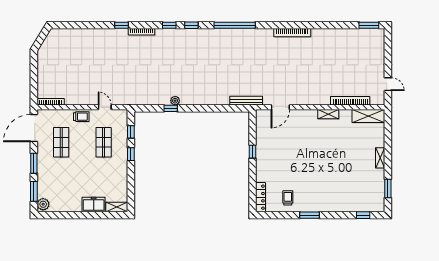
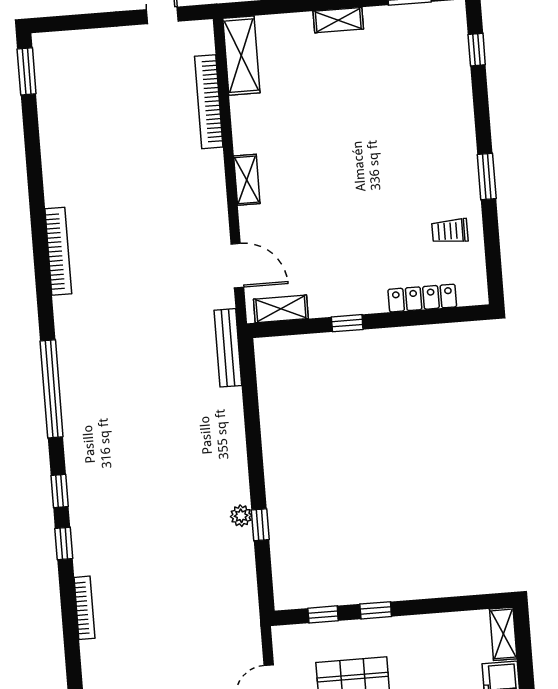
window: (122, 25) -> (73, 656), removed
shelving: (328, 114) -> (247, 180), moved
shelving: (261, 124) -> (281, 309), added
locker: (261, 197) -> (422, 298), moved

